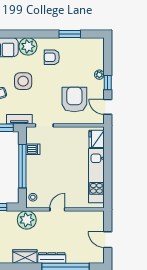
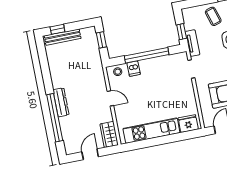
dishwasher: (33, 149) -> (134, 69), moved
plant: (27, 220) -> (94, 70), removed
wardrobe: (25, 257) -> (109, 134), moved, turned 180

